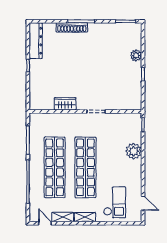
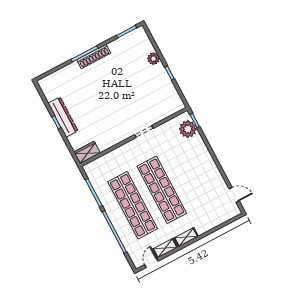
shoe rack: (72, 27) -> (94, 56), moved
dresser: (36, 41) -> (63, 117), moved
wardrobe: (65, 104) -> (87, 152), moved
plant: (134, 151) -> (188, 129), moved
checkout: (115, 202) -> (207, 208), removed
door: (45, 223) -> (151, 263), hinge flipped

